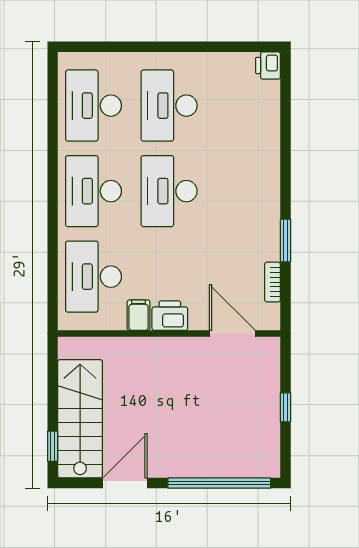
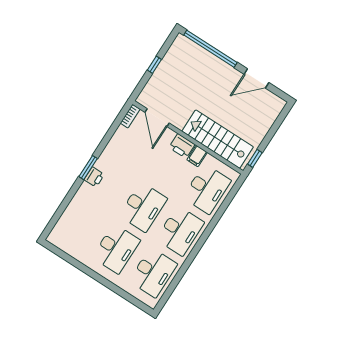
printer: (268, 65) -> (94, 177), moved
window: (286, 240) -> (88, 168), moved
bookcase: (273, 282) -> (130, 116), moved
stairs: (80, 419) -> (218, 139), moved, turned 90
window: (53, 446) -> (255, 158), moved

